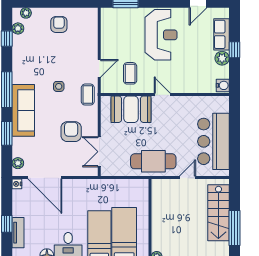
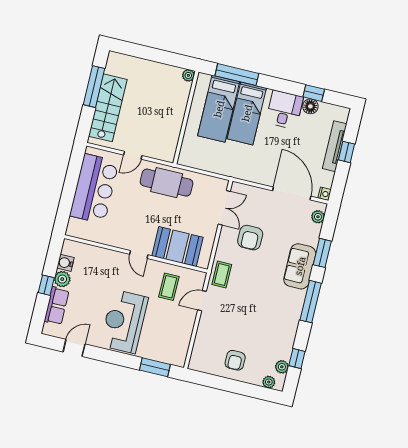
water cooler: (223, 85) -> (65, 263), moved
side table: (59, 86) -> (252, 291), removed
sofa: (23, 110) -> (300, 266), width x0.73
tv unit: (18, 233) -> (335, 146), width x1.41

